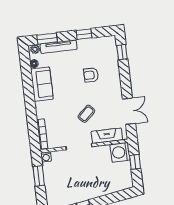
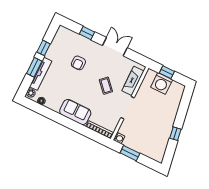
window: (47, 39) -> (34, 67), moved
window: (122, 52) -> (87, 33), moved
sofa: (42, 84) -> (75, 112), moved
double door: (129, 111) -> (115, 47), moved
washing machine: (120, 152) -> (162, 83), moved

